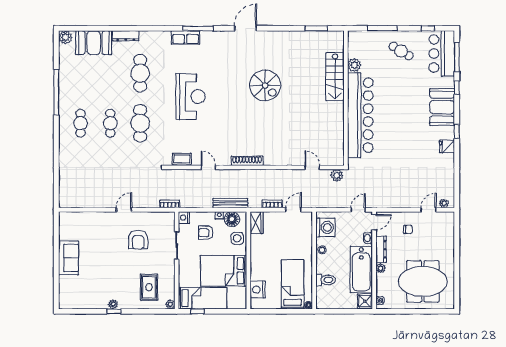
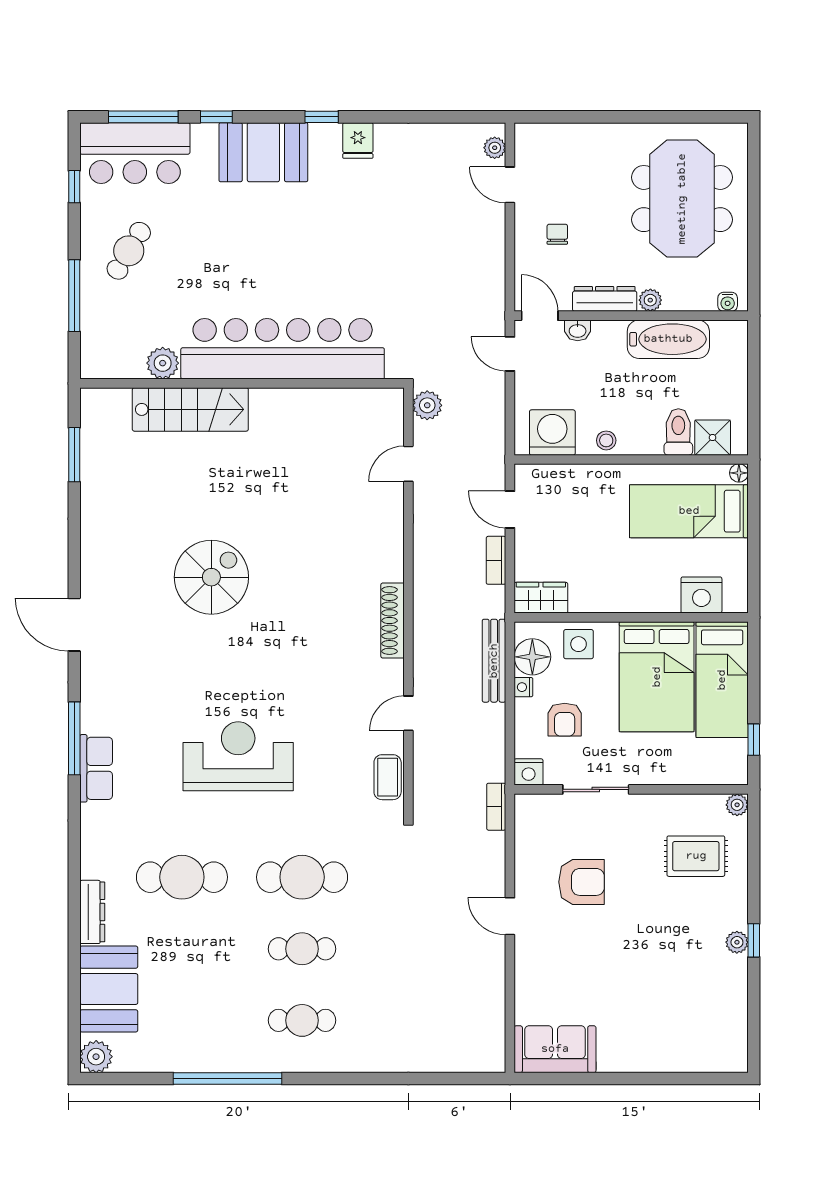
sofa: (69, 258) -> (555, 1049), moved
bathtub: (361, 270) -> (668, 339), width x0.73, depth x0.73
bed: (203, 298) -> (722, 680), moved, turned 180
shower: (365, 301) -> (713, 438), moved

